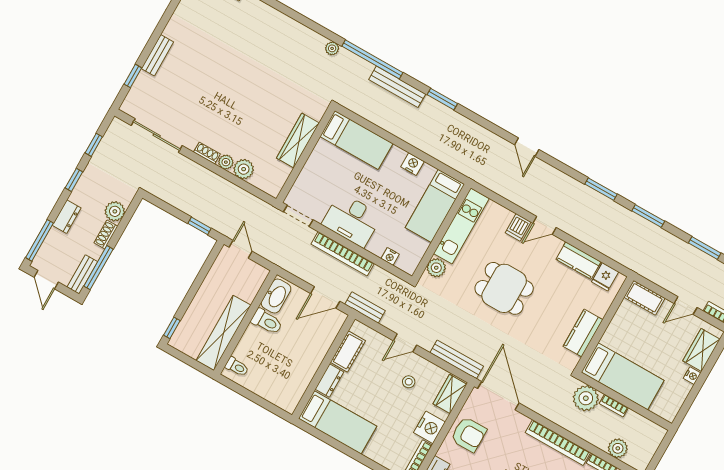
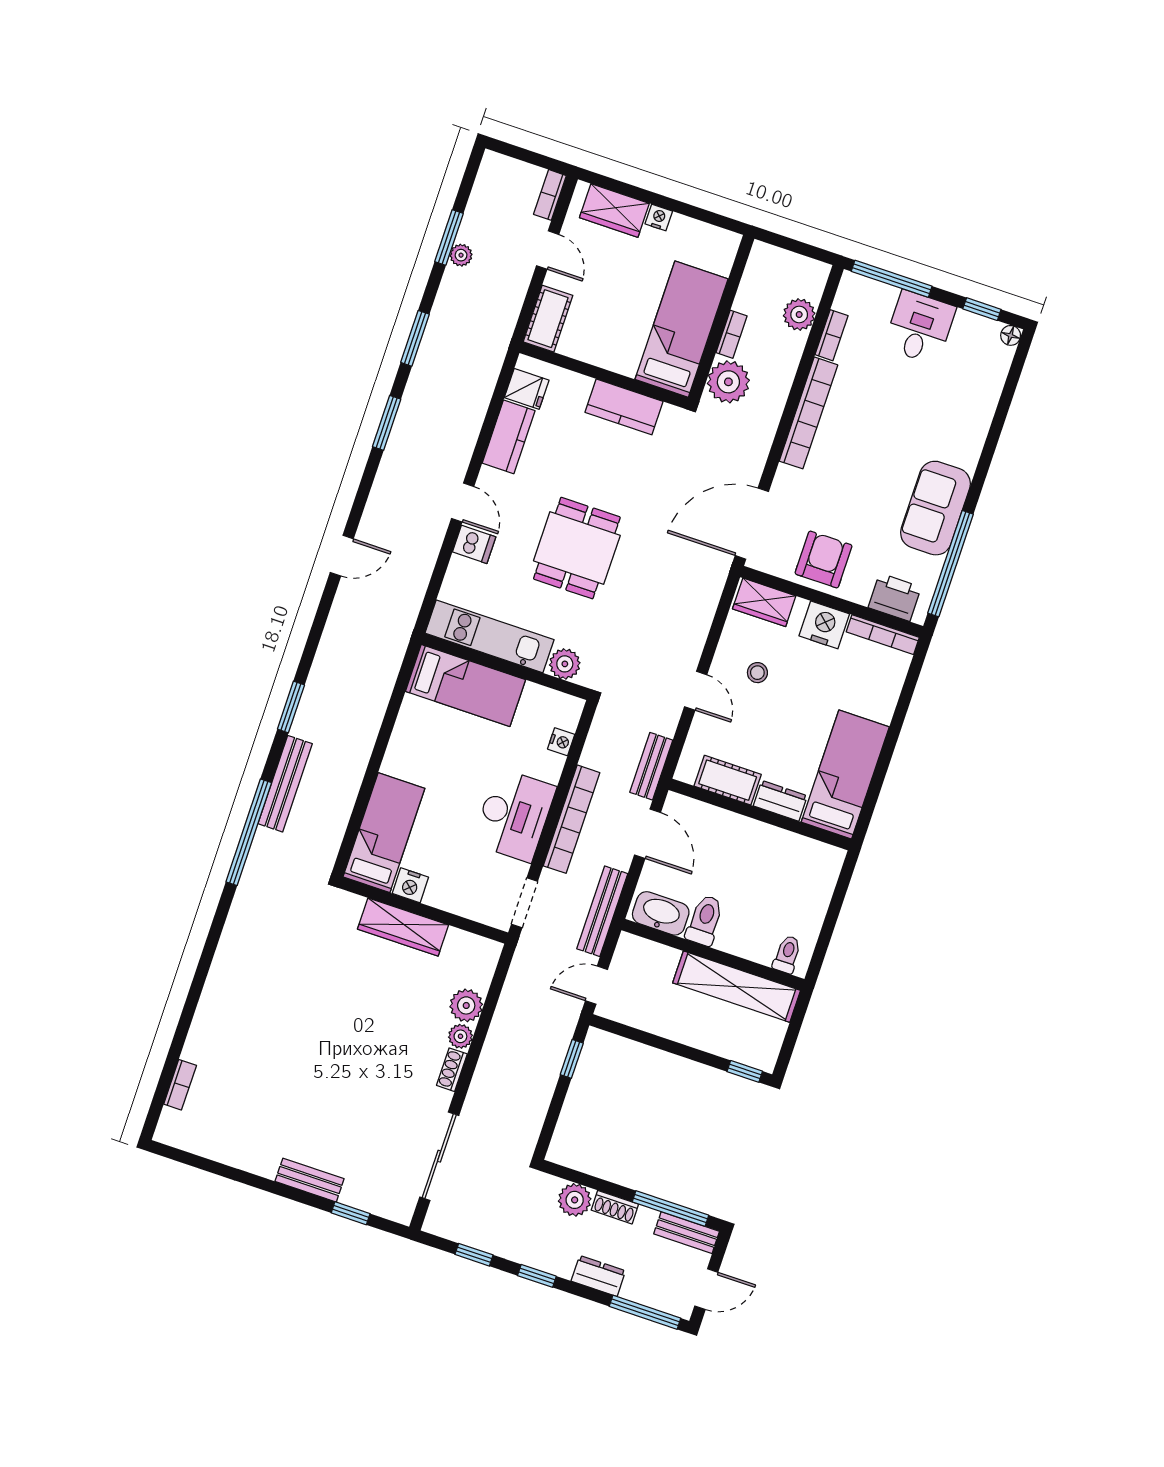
plant: (332, 48) -> (461, 255), moved
nightstand: (413, 164) -> (410, 885), moved, turned -90
bench: (457, 359) -> (602, 911), moved

